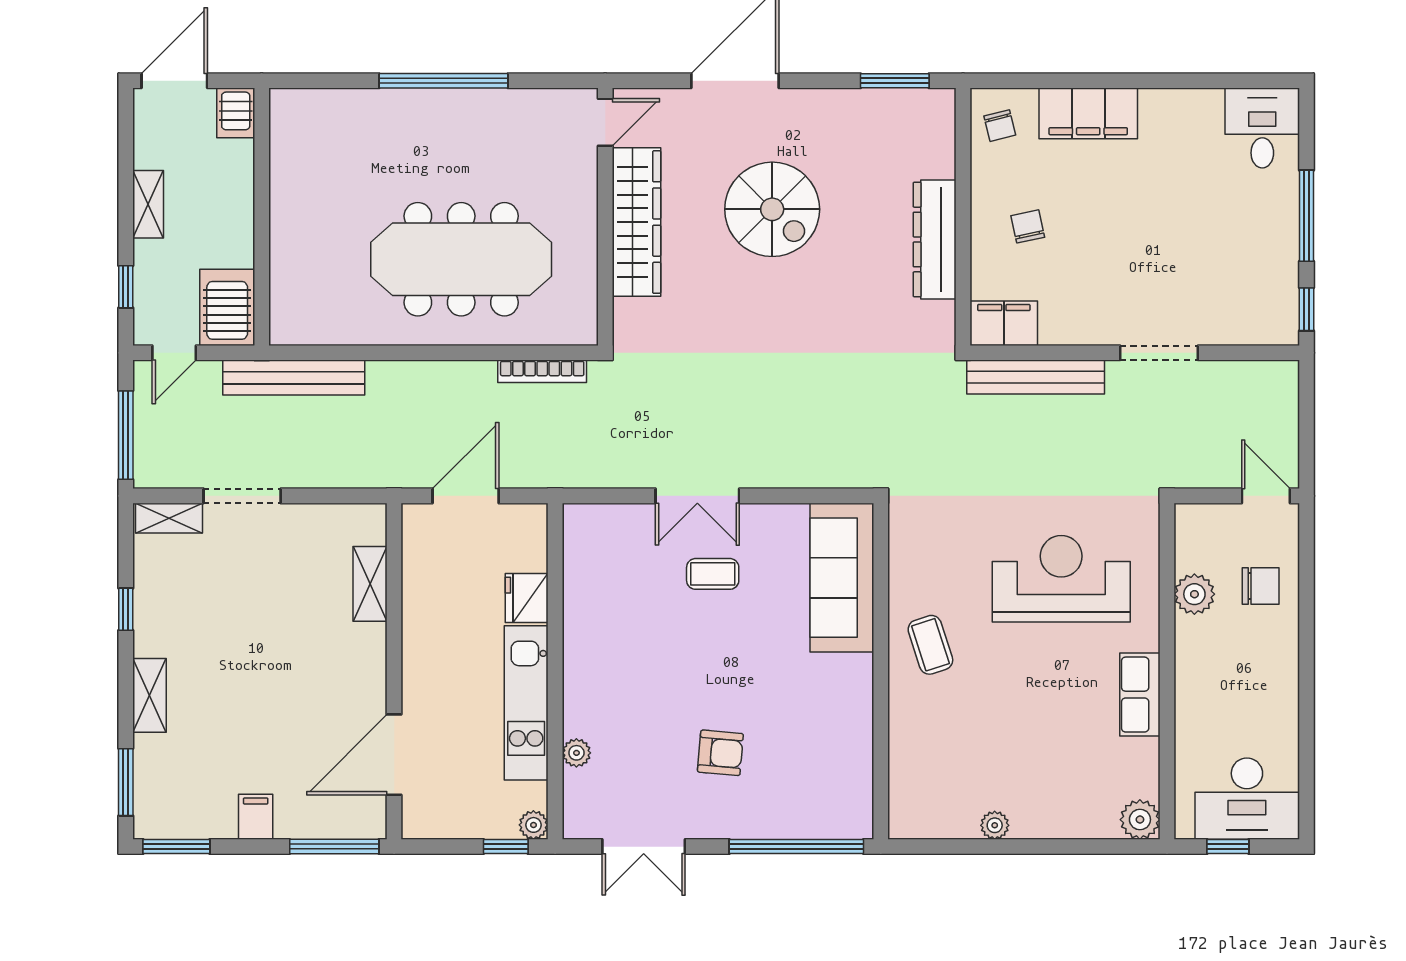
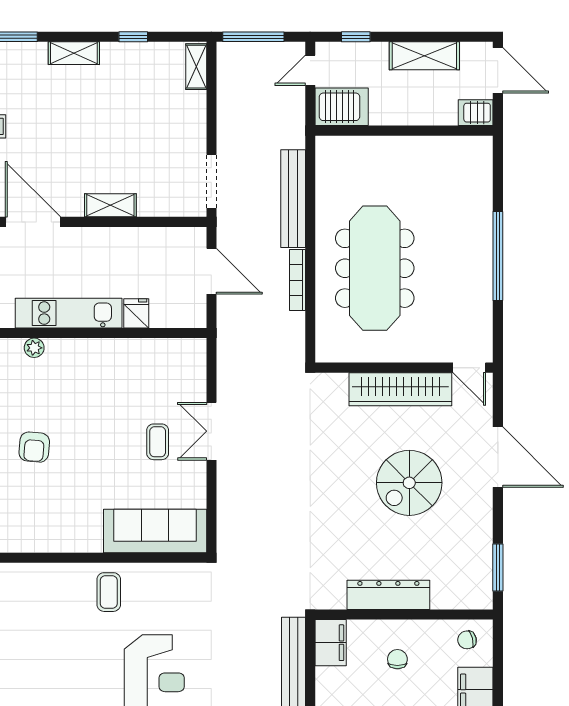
shelving: (148, 204) -> (424, 56), width x1.50, depth x1.33
chair: (1028, 226) -> (397, 659), turned -78
door: (174, 353) -> (310, 70), hinge flipped
bookcase: (542, 371) -> (297, 280), moved
bench: (294, 378) -> (293, 199), moved
doorway: (242, 496) -> (211, 181), moved
shelving: (370, 584) -> (110, 205), moved
fridge: (527, 598) -> (136, 313), width x0.72
coffee table: (930, 645) -> (109, 592), turned -72

